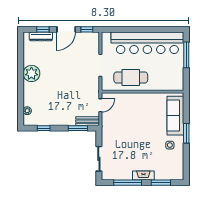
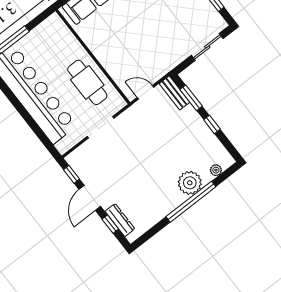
door: (66, 29) -> (90, 198), swing flipped
plant: (31, 73) -> (190, 183), moved
window: (21, 83) -> (191, 202), added
window: (44, 128) -> (212, 124), moved

